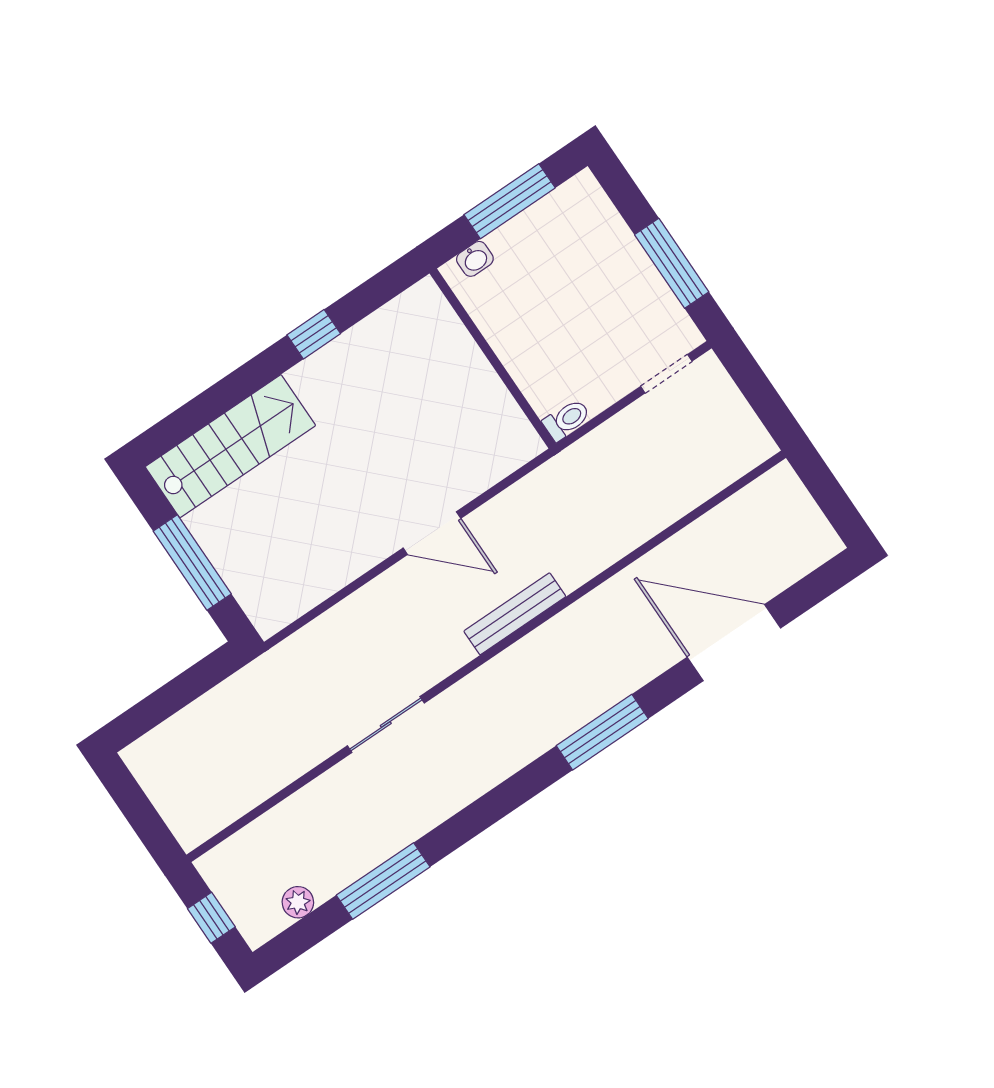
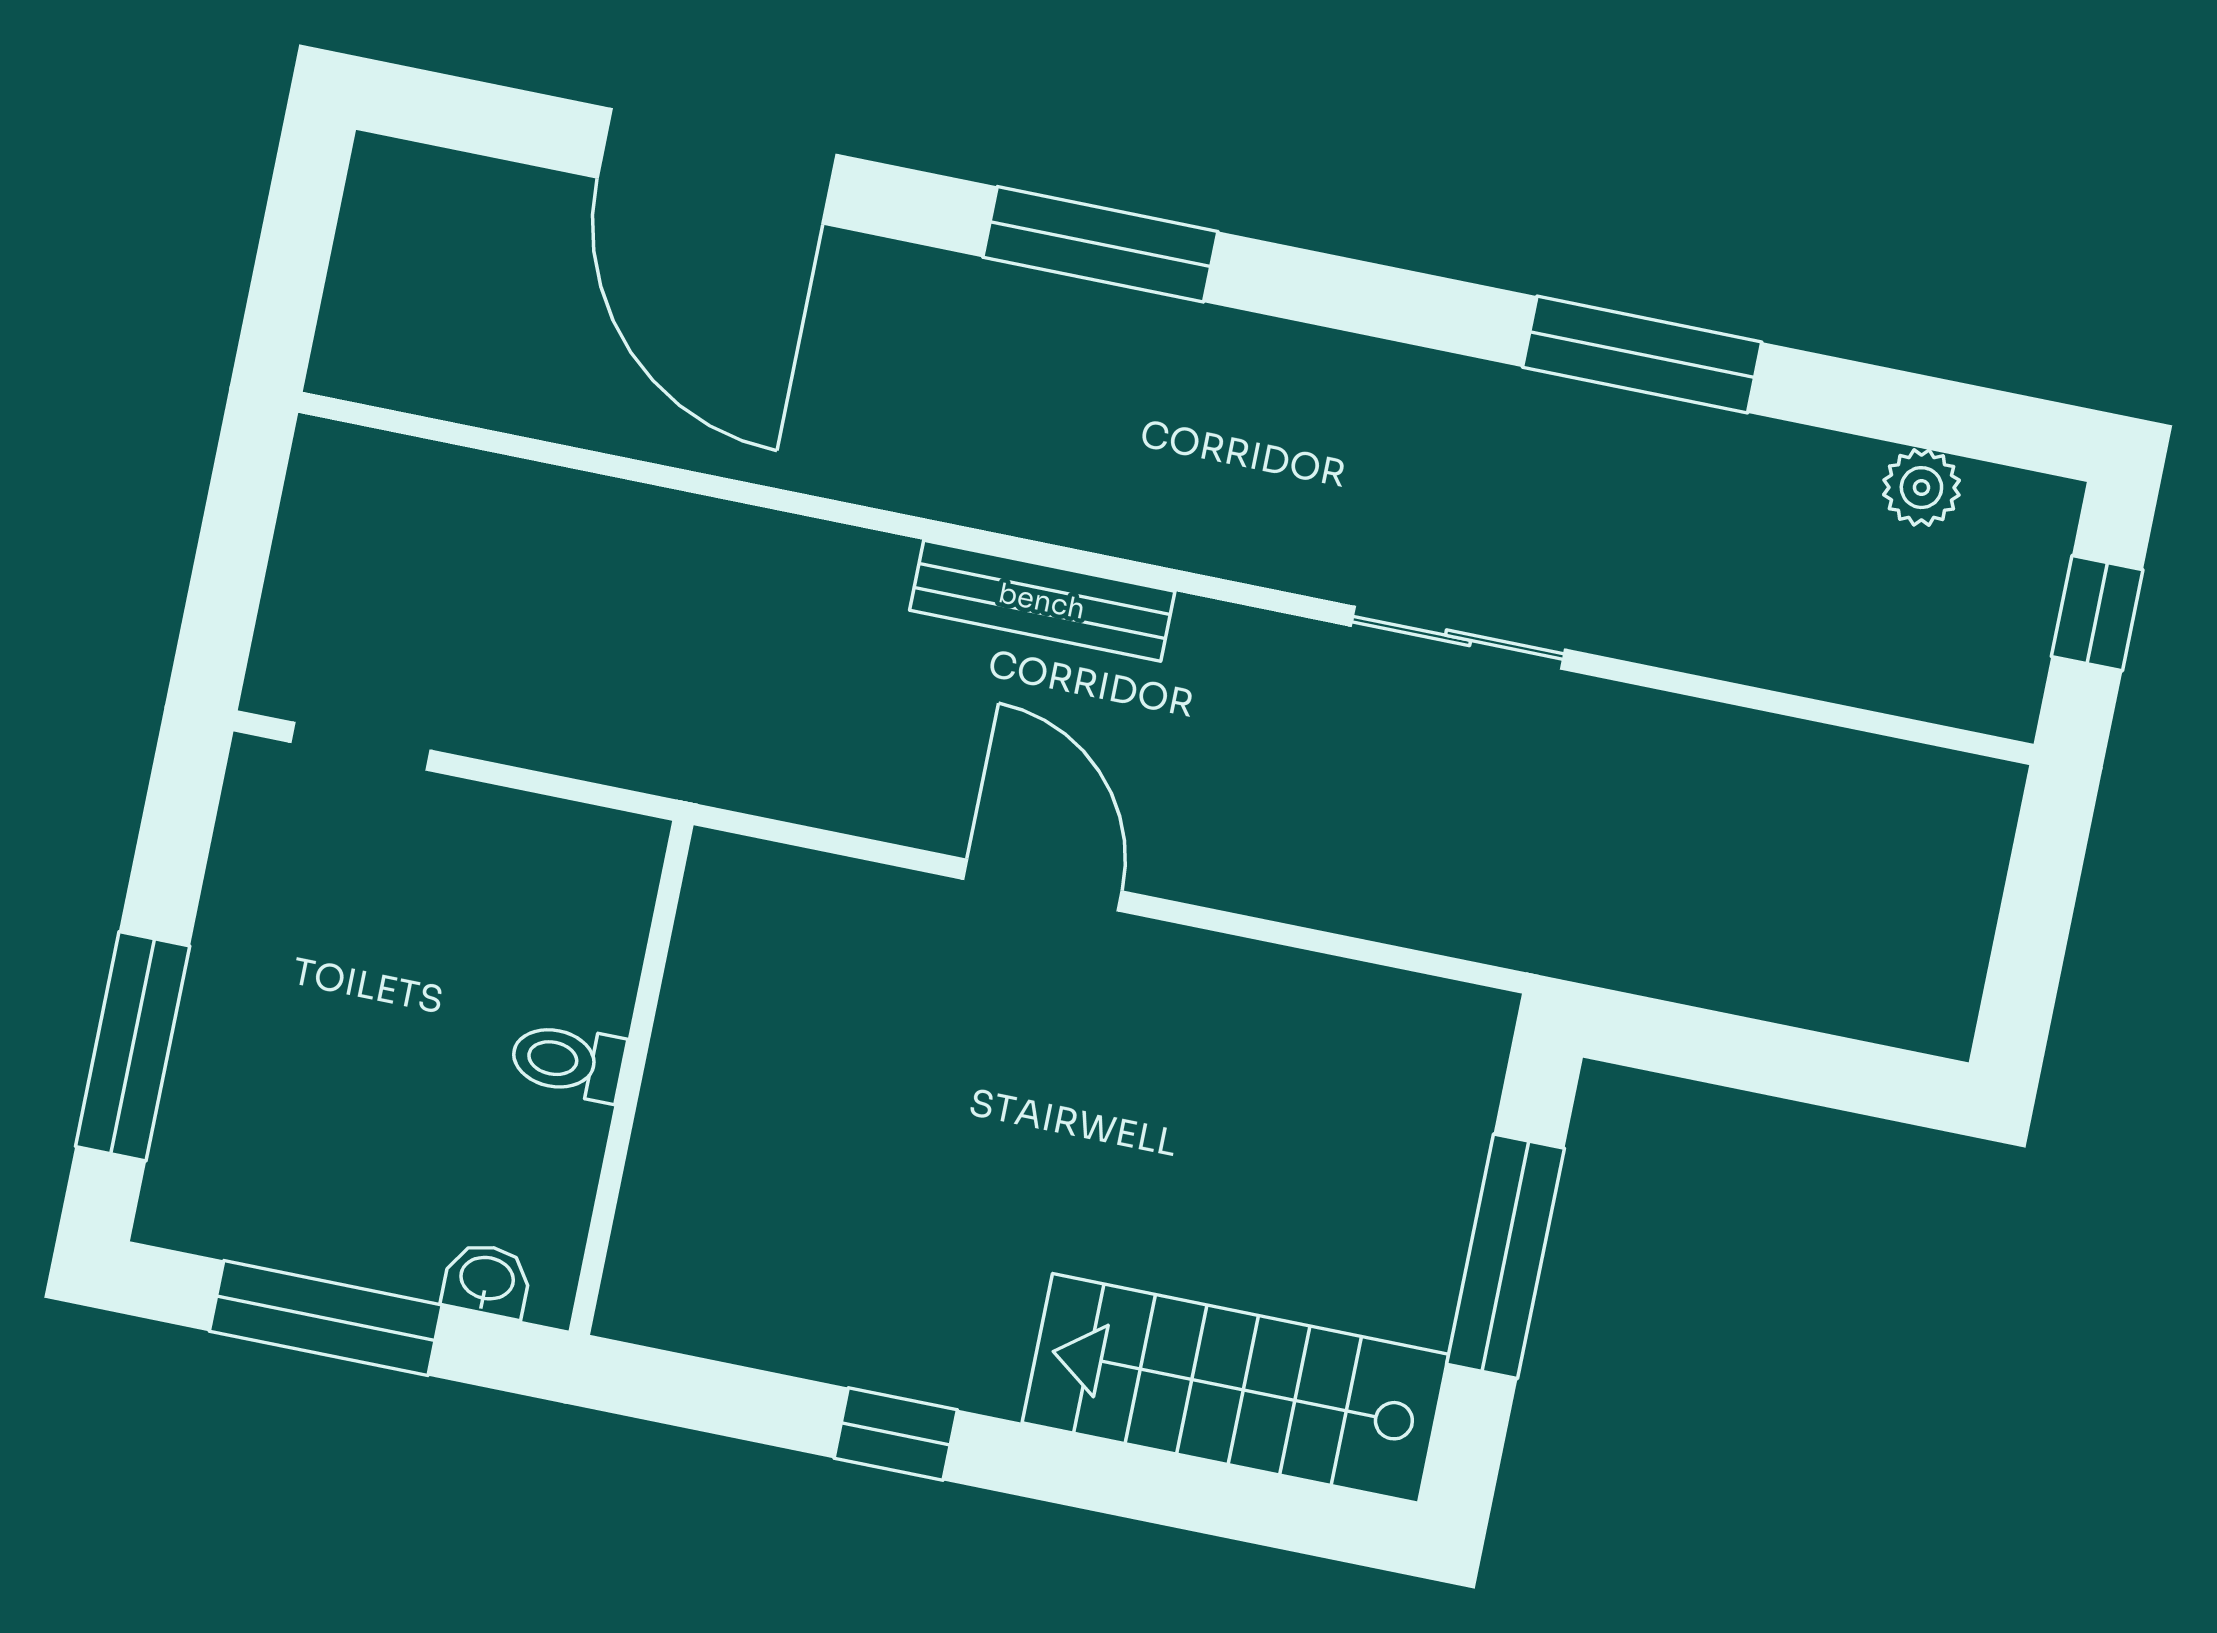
window: (672, 263) -> (133, 1046), moved
toilet: (567, 420) -> (568, 1061), moved
window: (383, 881) -> (1642, 355), moved

